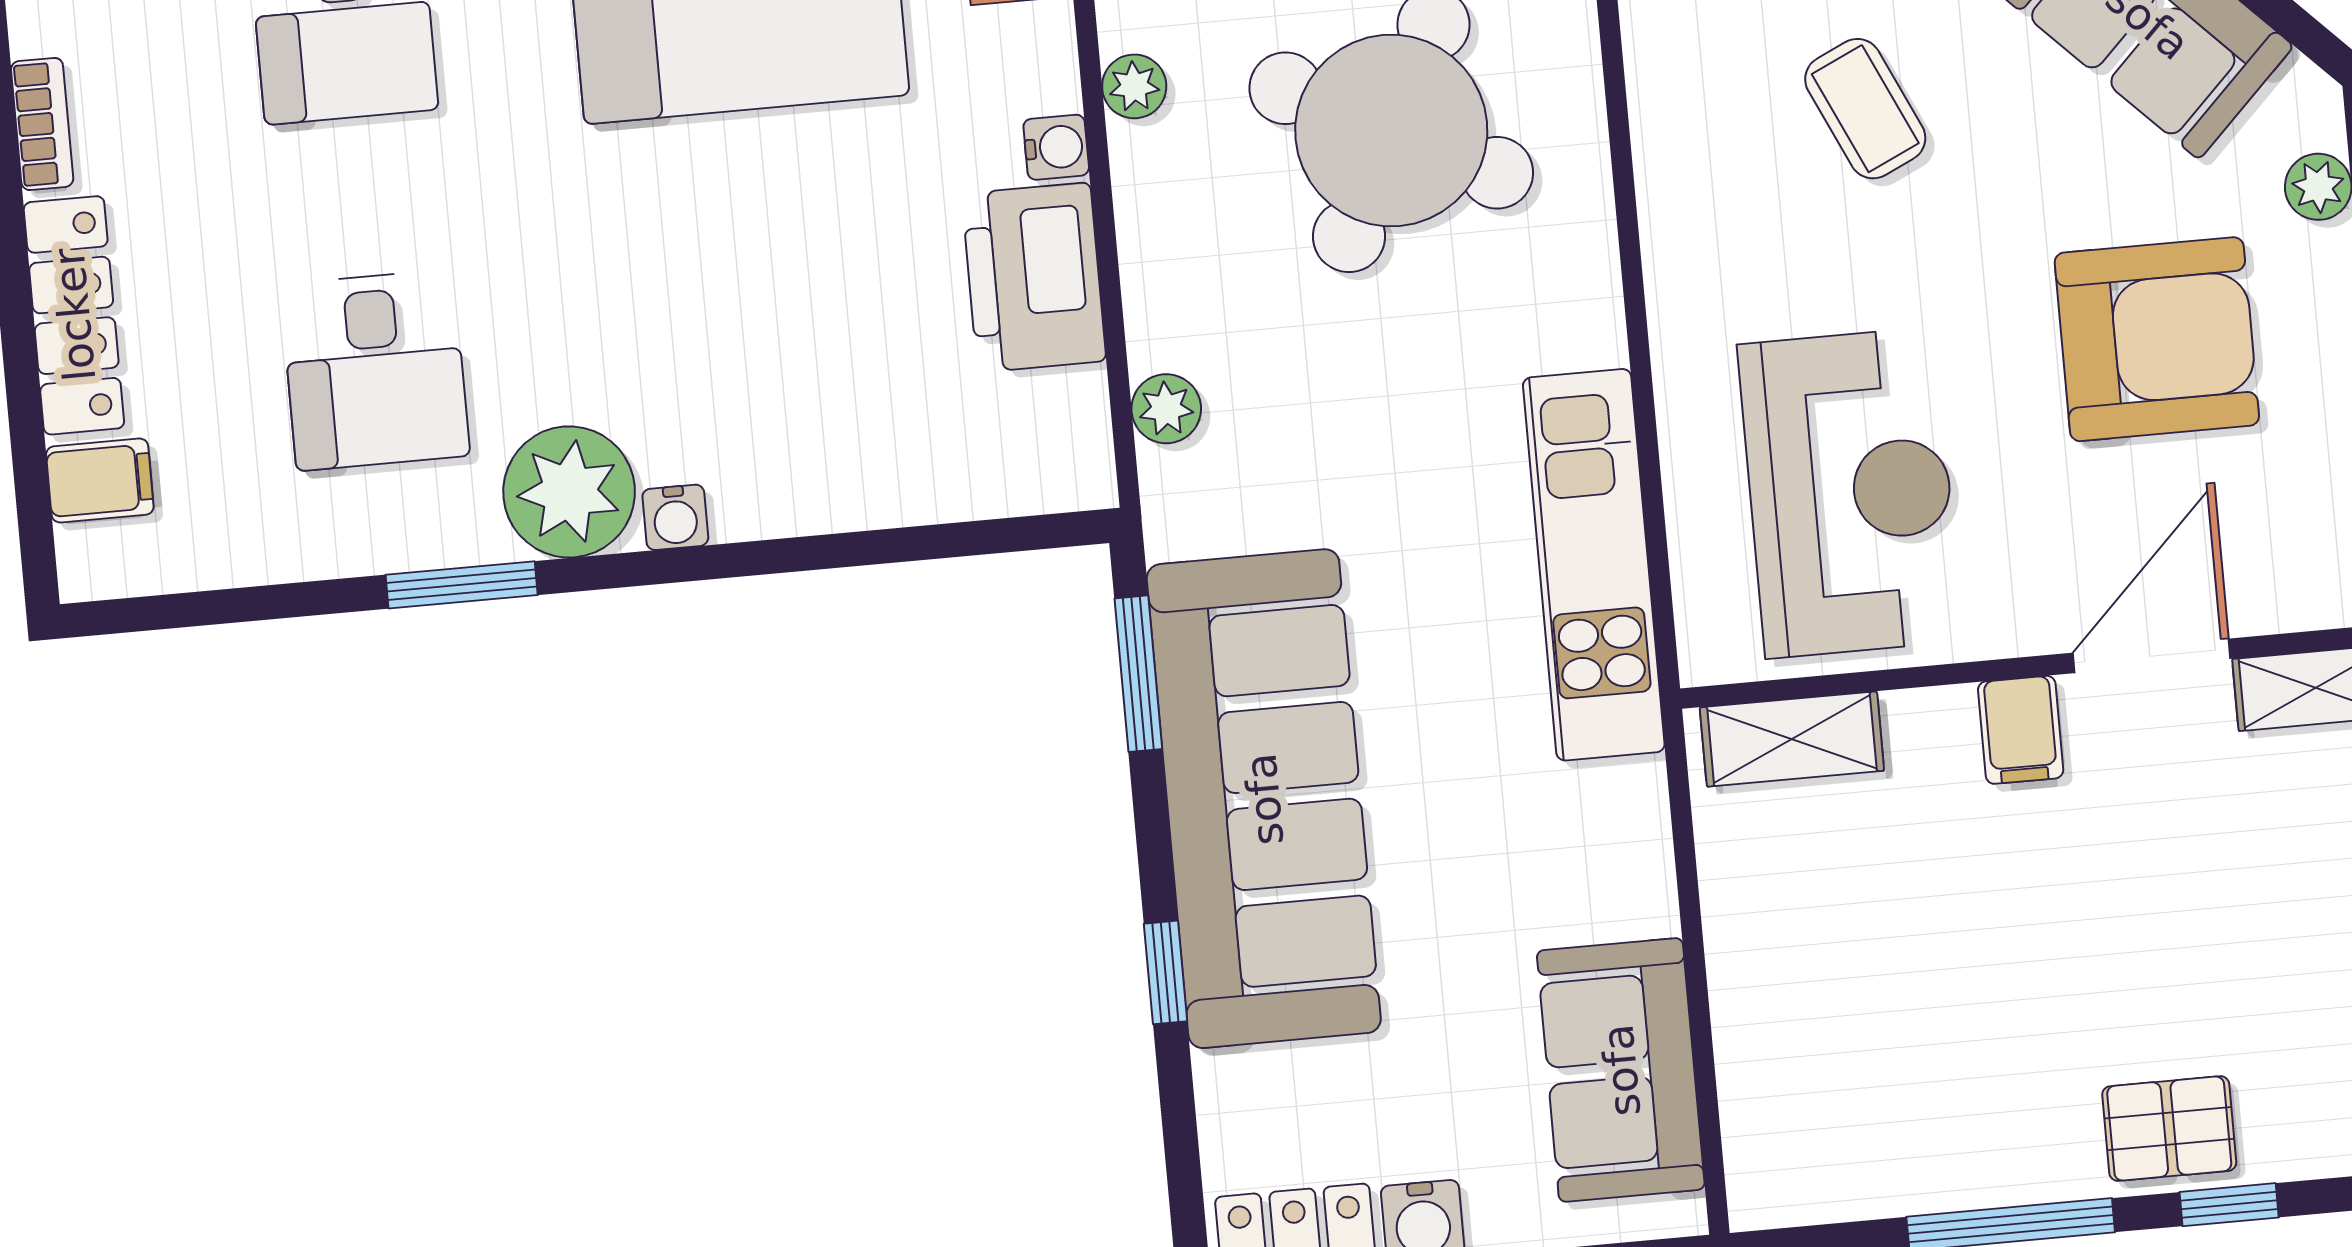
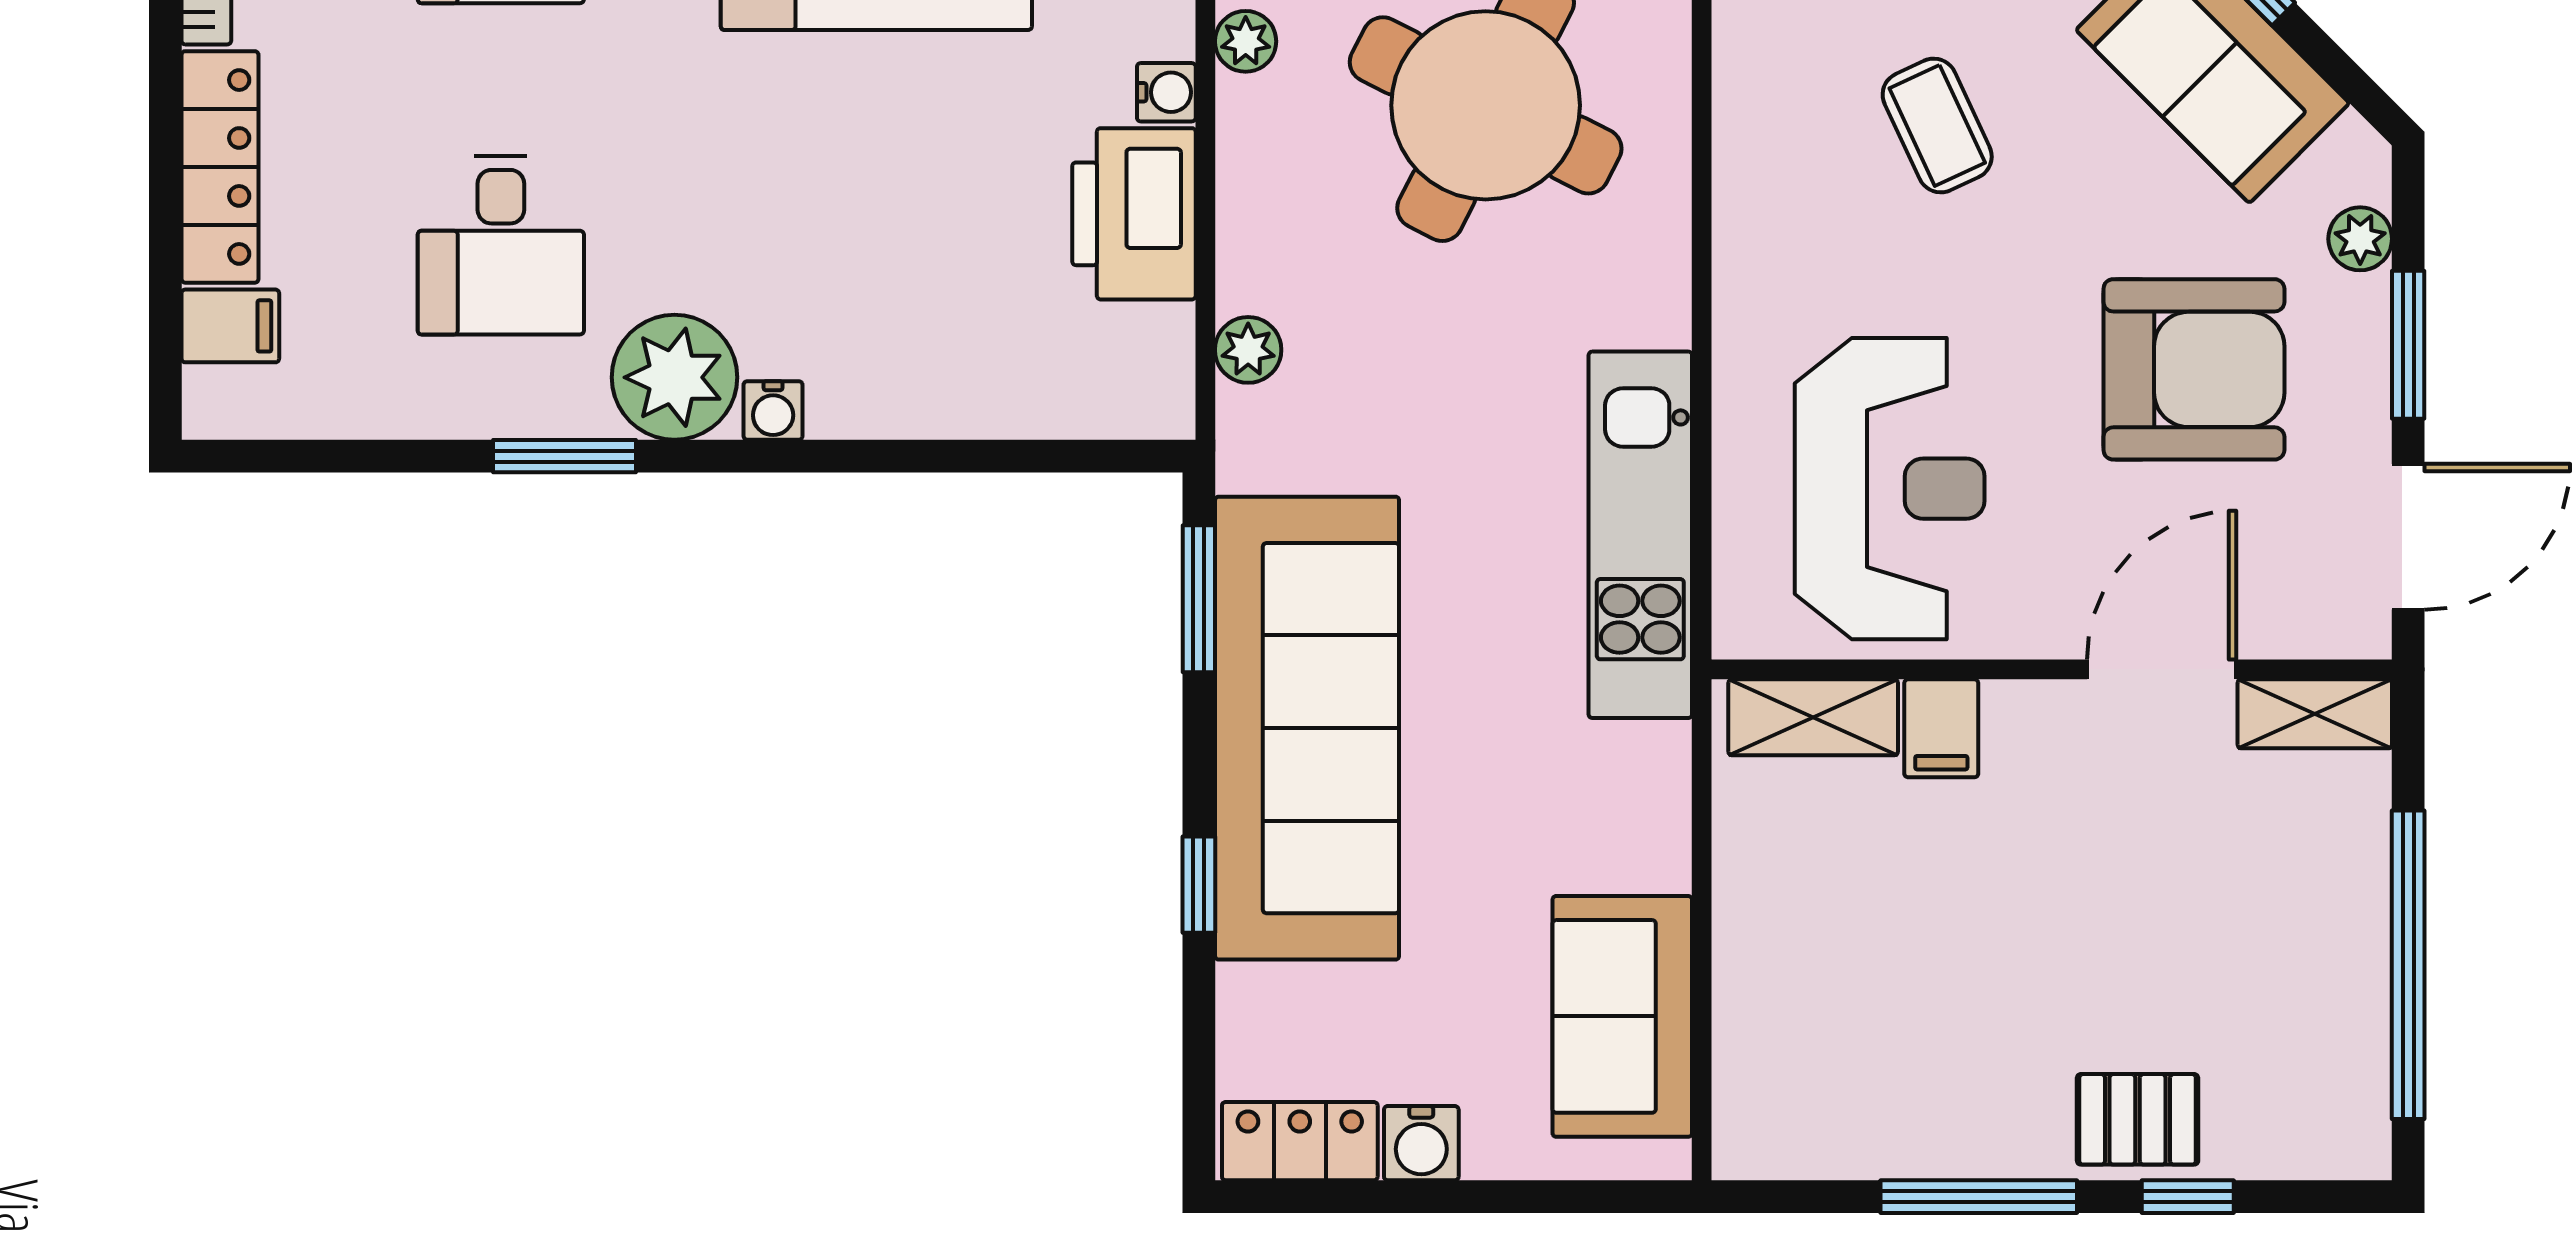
filing cabinet: (2021, 730) -> (1941, 728), moved

